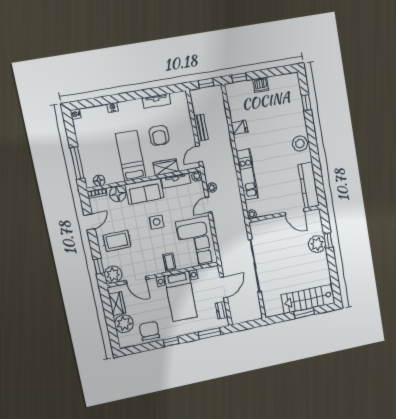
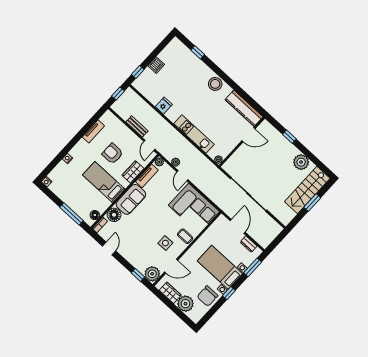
armchair: (159, 135) -> (112, 154), turned 180
side table: (157, 222) -> (165, 243), moved
rug: (117, 241) -> (137, 248), removed
plant: (317, 244) -> (301, 162), moved
bed with nightstands: (181, 296) -> (220, 267), moved, turned 180
chair: (149, 331) -> (207, 296), turned -90

